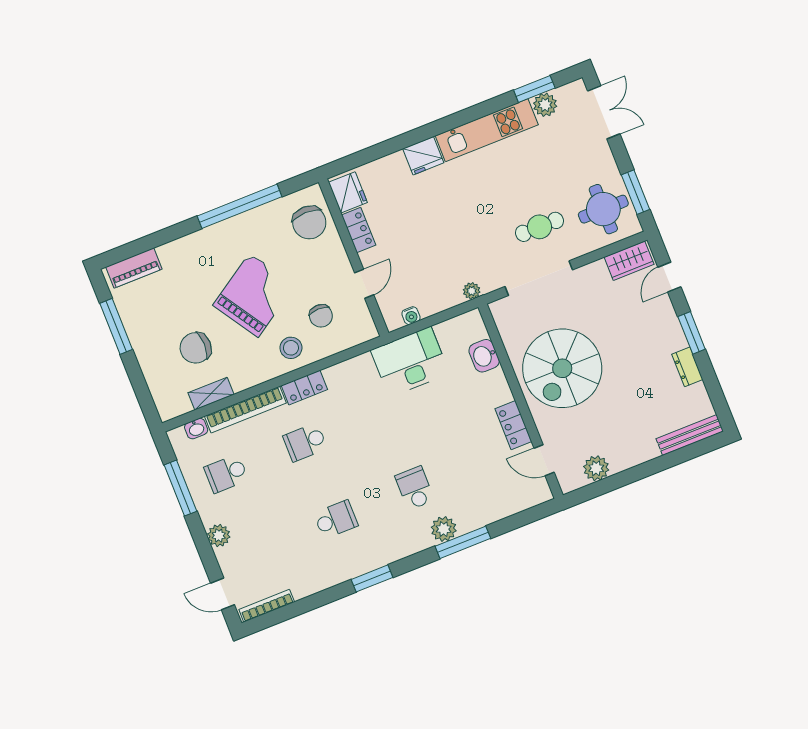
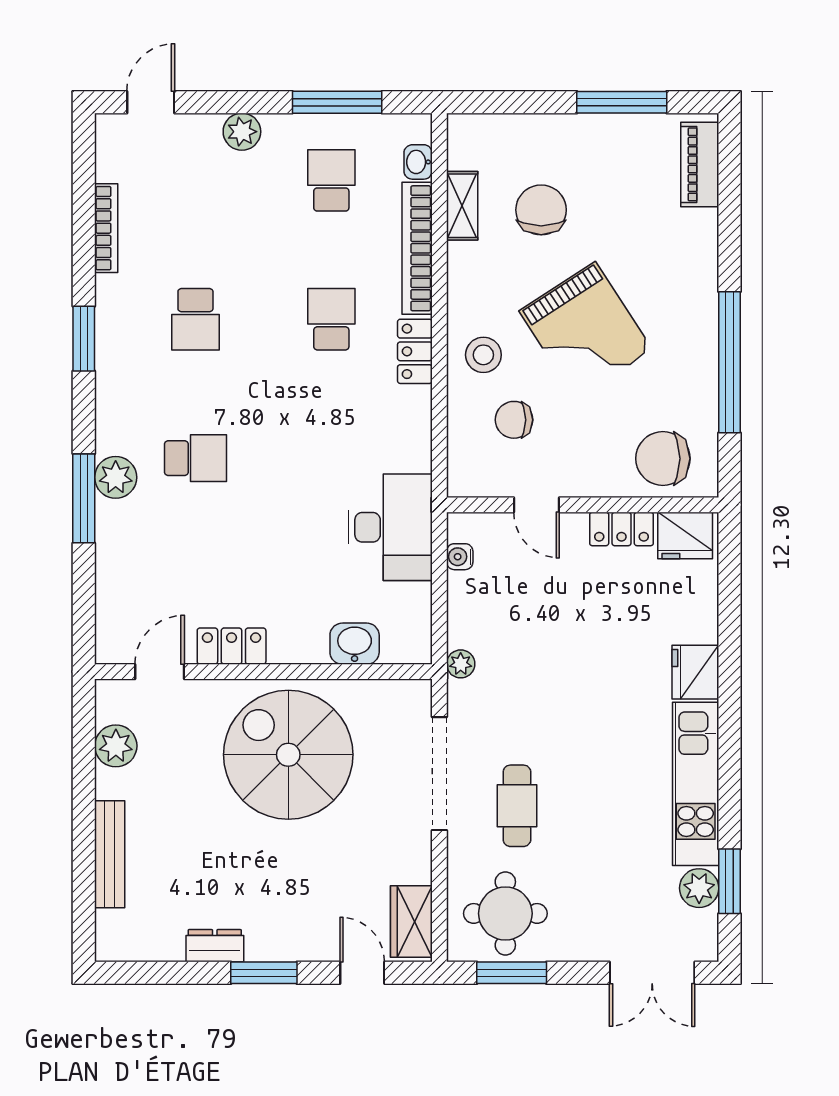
bench: (690, 435) -> (110, 854), moved
bookcase: (267, 606) -> (106, 228), moved

